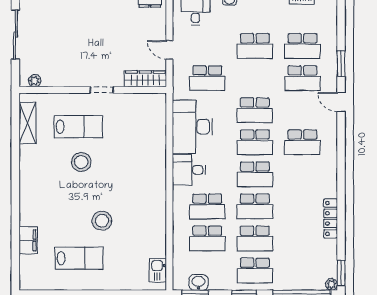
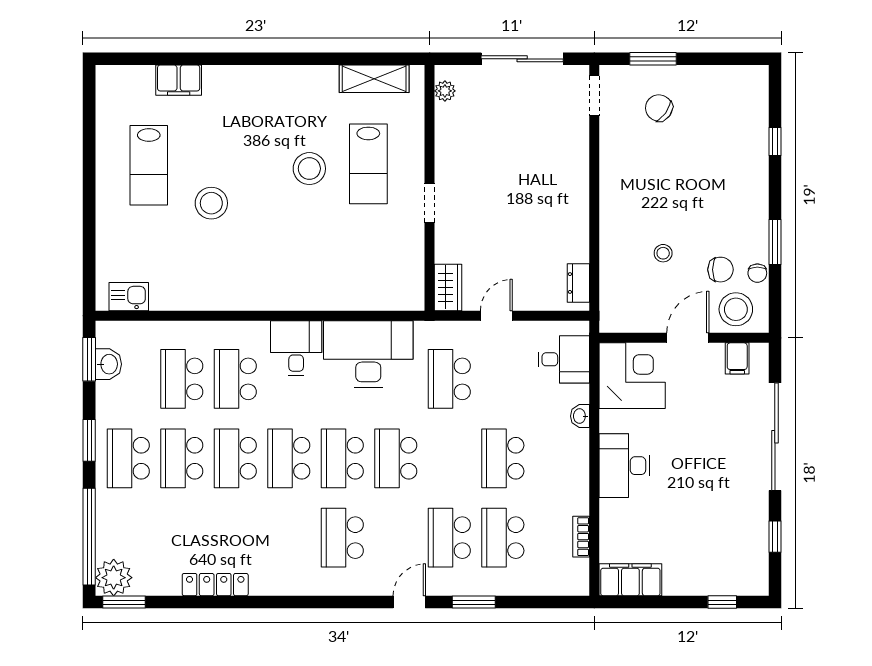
wardrobe: (145, 79) -> (448, 287), width x0.67
plant: (331, 284) -> (114, 578), width x1.88, depth x1.88

